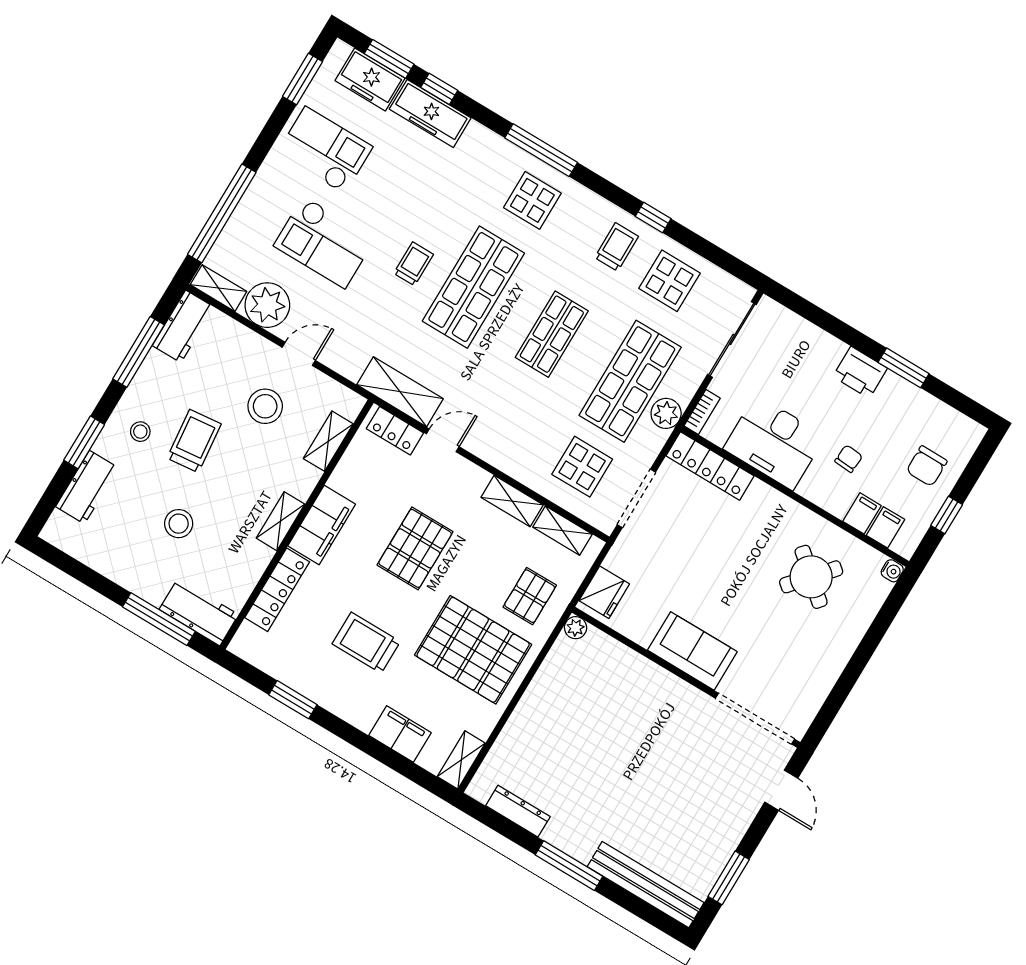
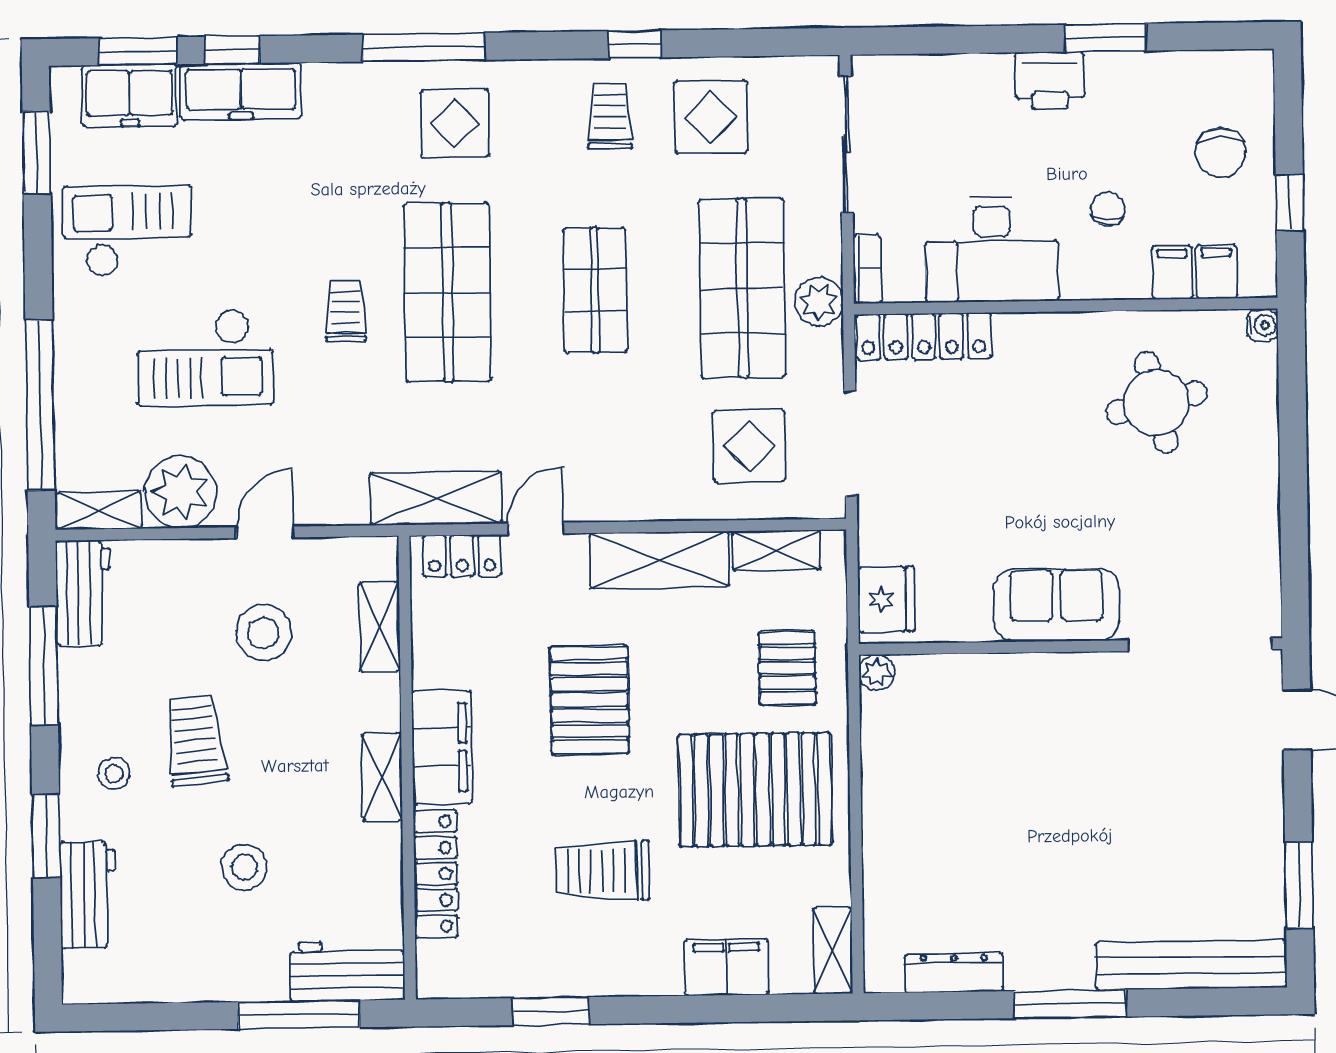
shelving: (512, 501) -> (659, 560), width x1.50, depth x1.33
round table: (811, 577) -> (1156, 402), turned 36

